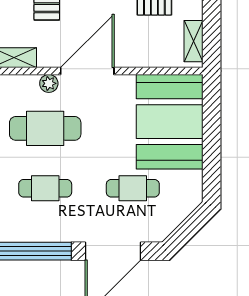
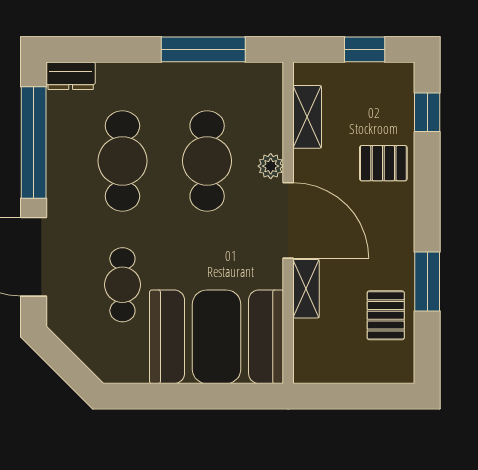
shelving: (193, 41) -> (306, 289), moved, turned 90
cafe table: (45, 188) -> (122, 161), width x1.37, depth x1.35

